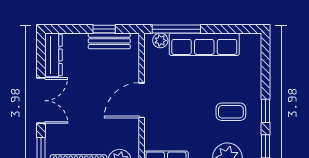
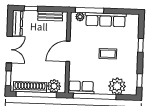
window: (104, 29) -> (31, 8), moved
window: (266, 111) -> (141, 45), moved
coffee table: (231, 112) -> (108, 54), moved

